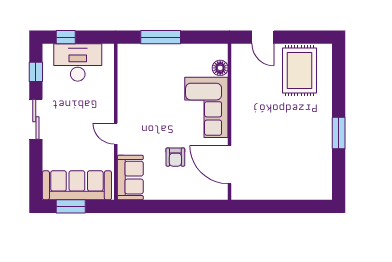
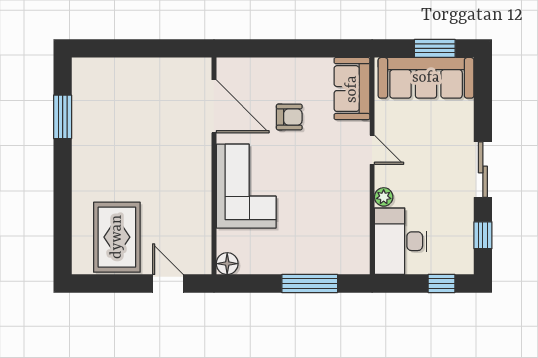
desk: (78, 63) -> (401, 241), moved, turned 90
floor lamp: (220, 68) -> (227, 264), moved
plant: (107, 100) -> (384, 197), added
window: (339, 133) -> (63, 117), moved
armchair: (175, 157) -> (289, 117), turned 90

